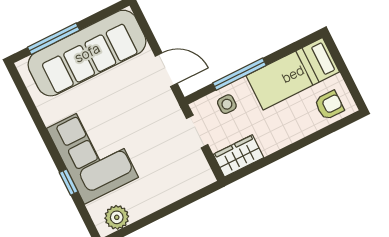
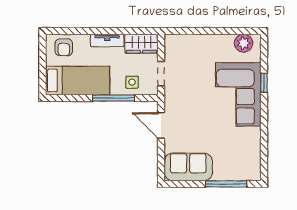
sofa: (87, 53) -> (188, 167), width x0.54, depth x0.79
armchair: (329, 105) -> (64, 47), turned -90
tv unit: (281, 139) -> (107, 40), added

